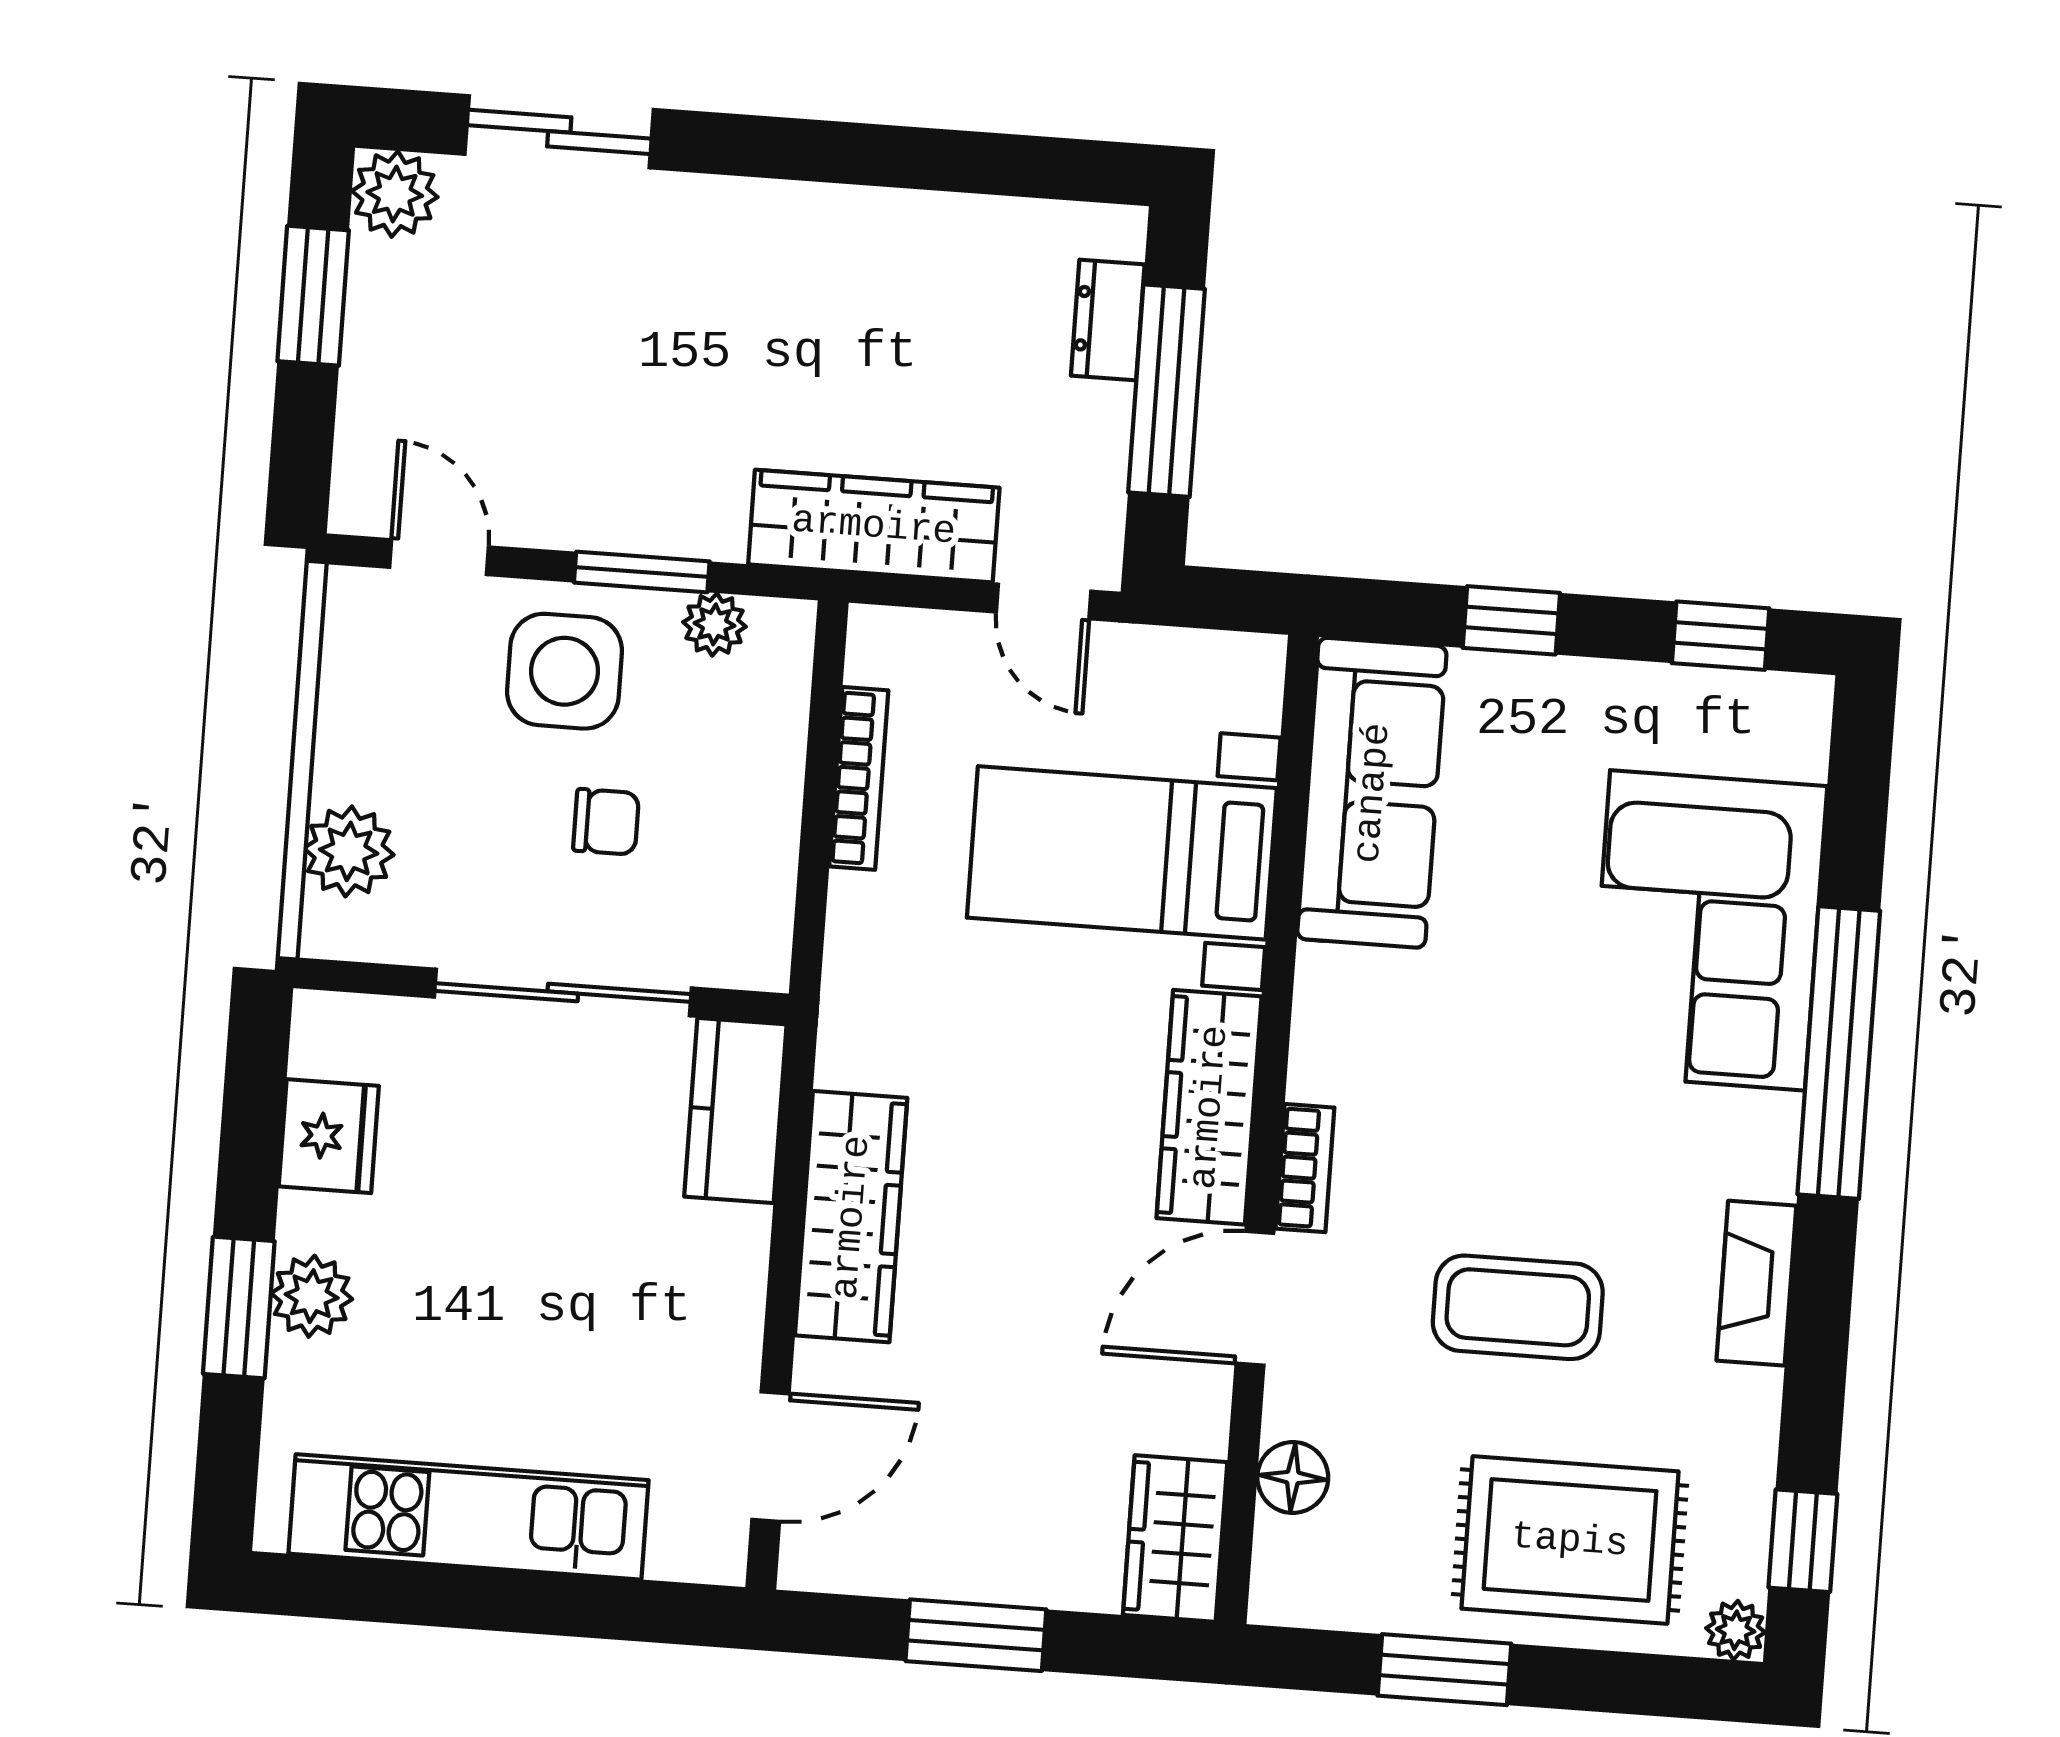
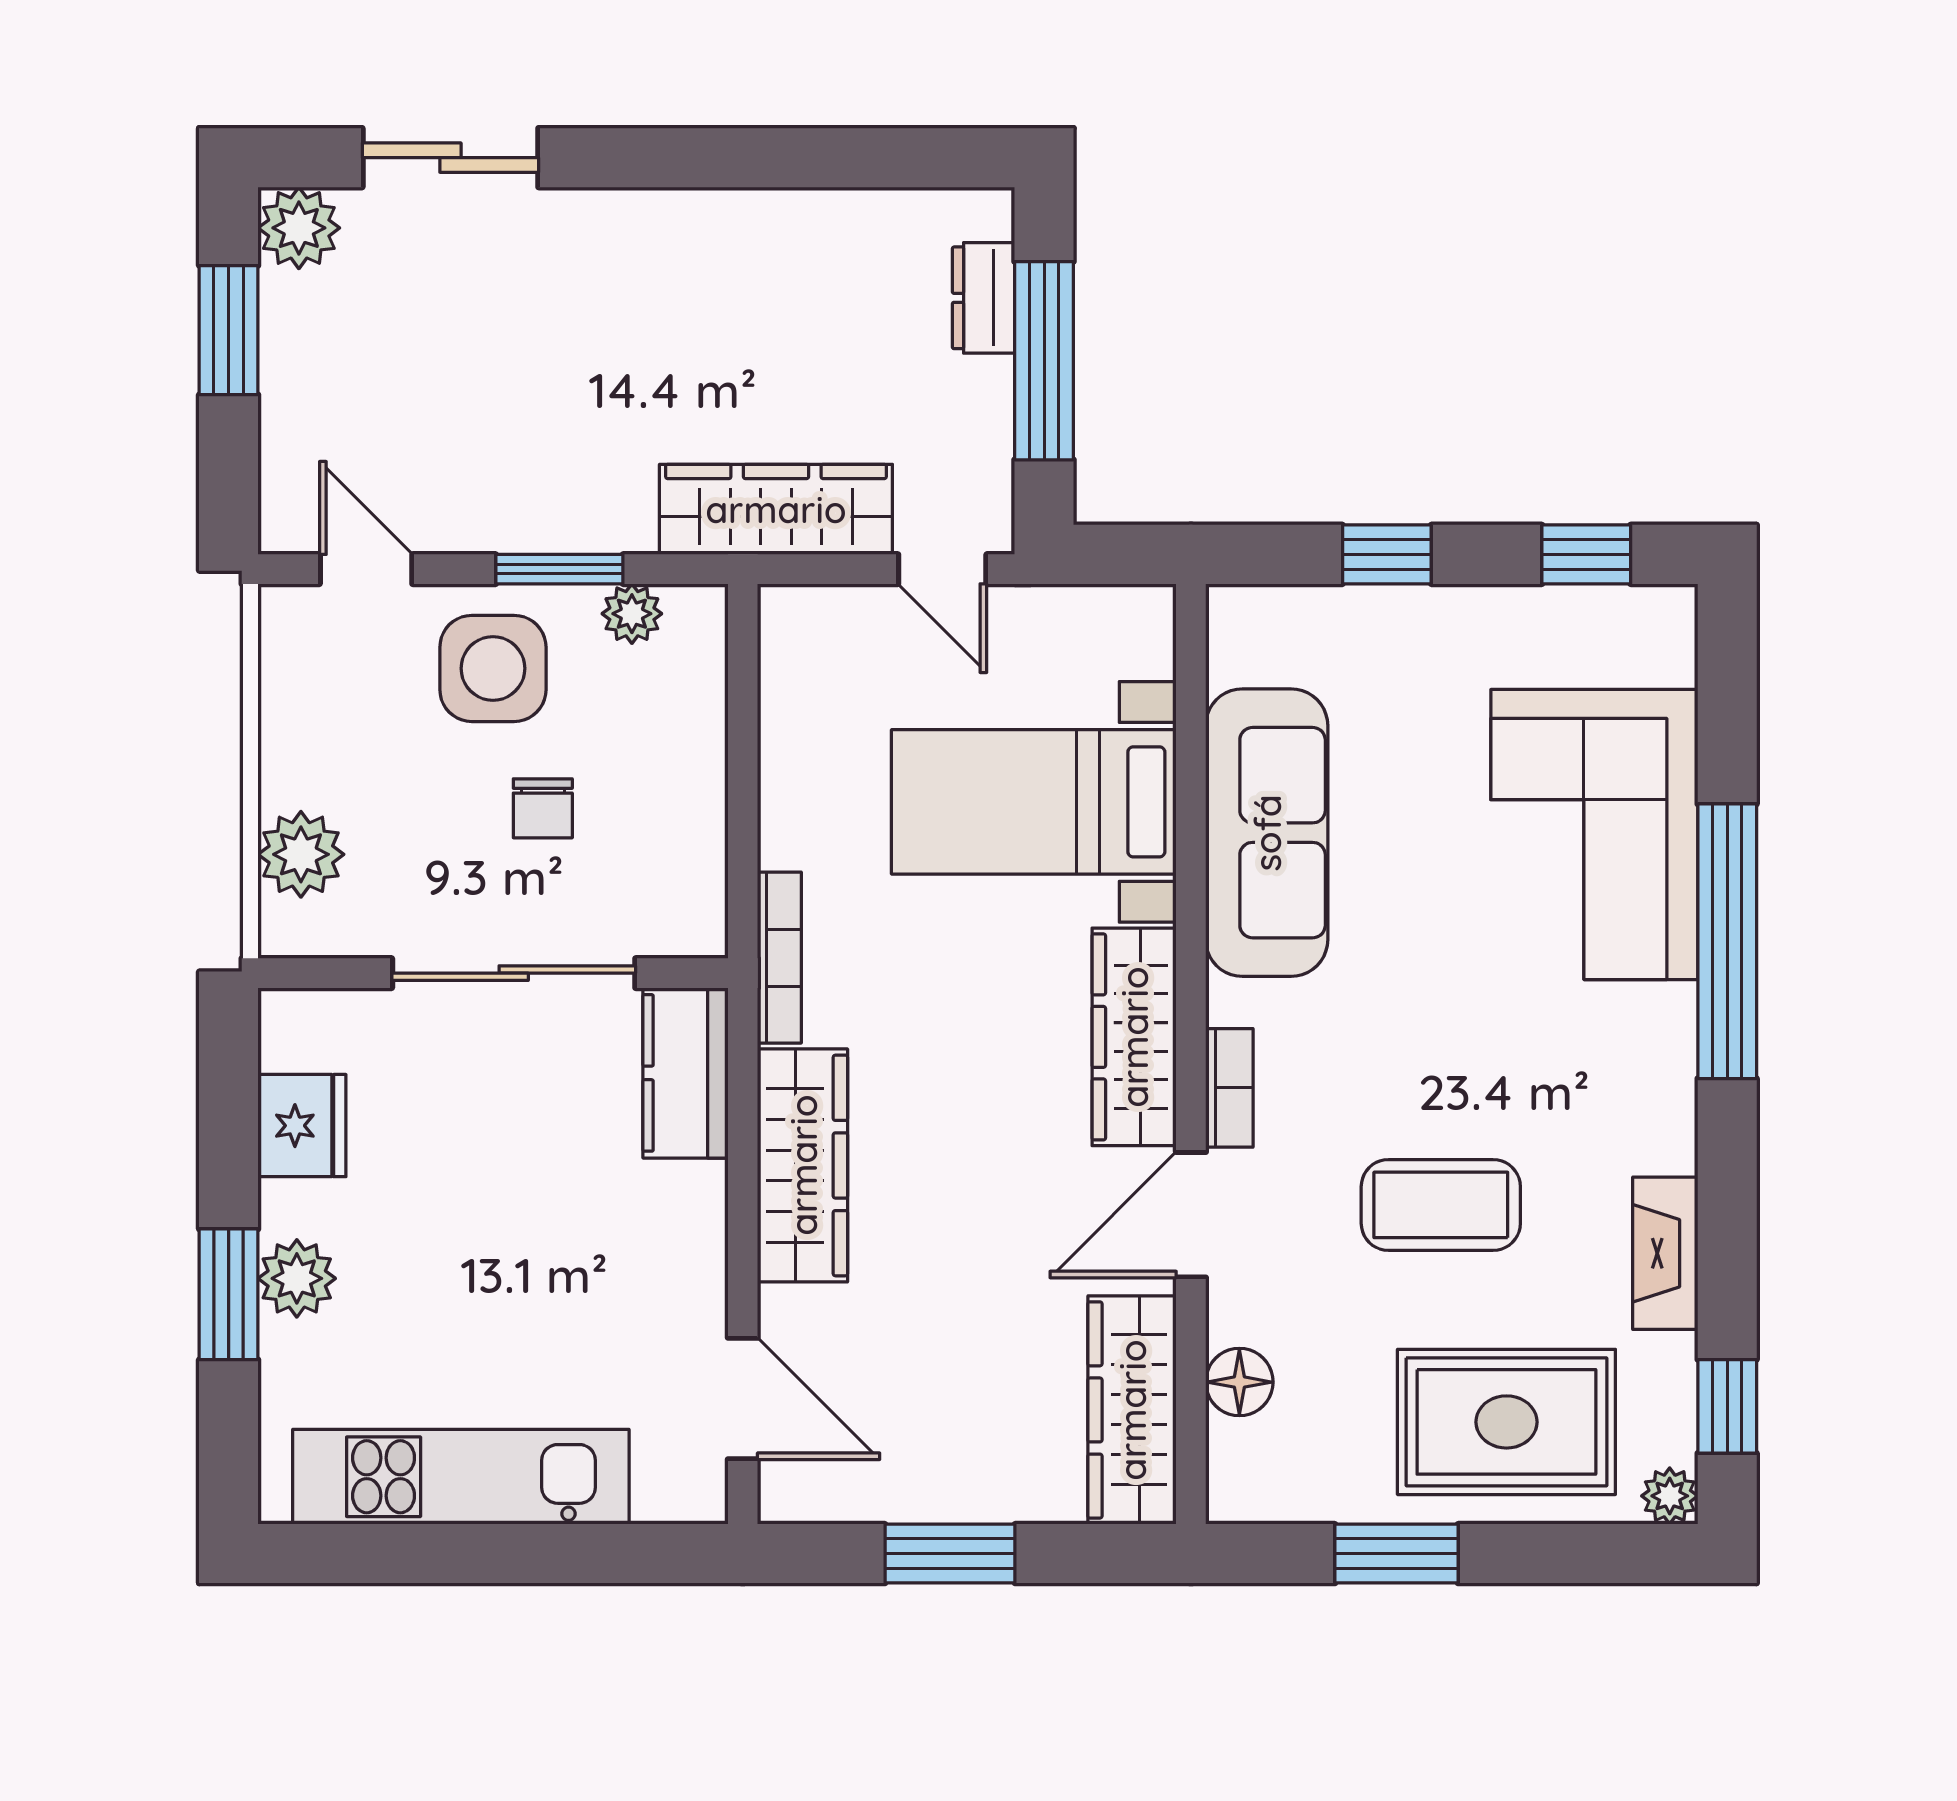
bookcase: (859, 778) -> (779, 958), moved
sofa: (1372, 793) -> (1267, 833), moved
chair: (606, 822) -> (543, 808), turned 90
fireplace: (1756, 1283) -> (1665, 1253), moved
door: (770, 1457) -> (743, 1398), hinge flipped
wardrobe: (1175, 1538) -> (1132, 1410), width x1.50

